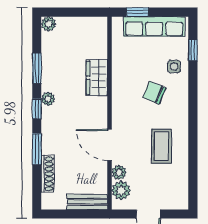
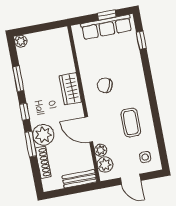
window: (137, 12) -> (107, 15), moved
side table: (174, 67) -> (145, 157), moved
wardrobe: (97, 78) -> (70, 89), moved
chair: (154, 93) -> (105, 85), moved
plant: (48, 99) -> (43, 135), moved, width x1.88, depth x1.88

